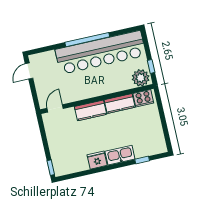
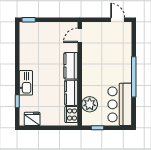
bar counter: (101, 52) -> (120, 104), width x0.54
plant: (141, 78) -> (90, 104), moved
door: (55, 108) -> (80, 35), swing flipped
fridge: (97, 160) -> (32, 119), moved, turned -90

